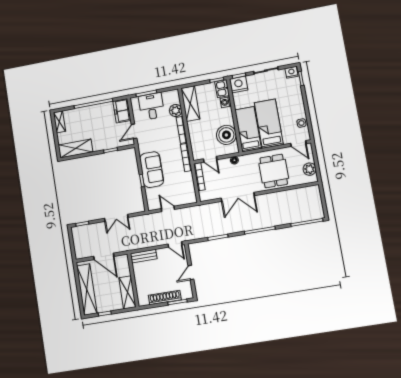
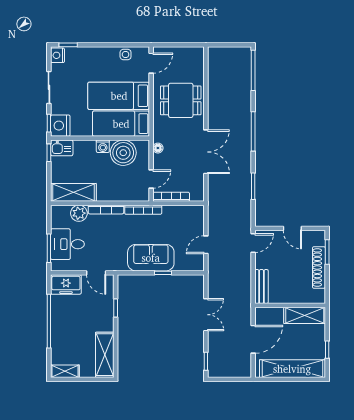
washing machine: (226, 102) -> (103, 146), moved
plant: (310, 169) -> (186, 55), removed

